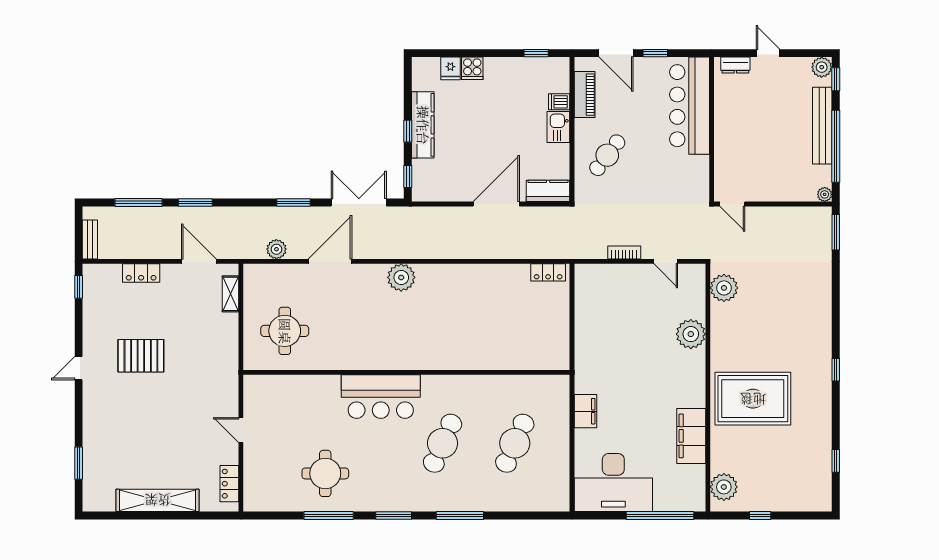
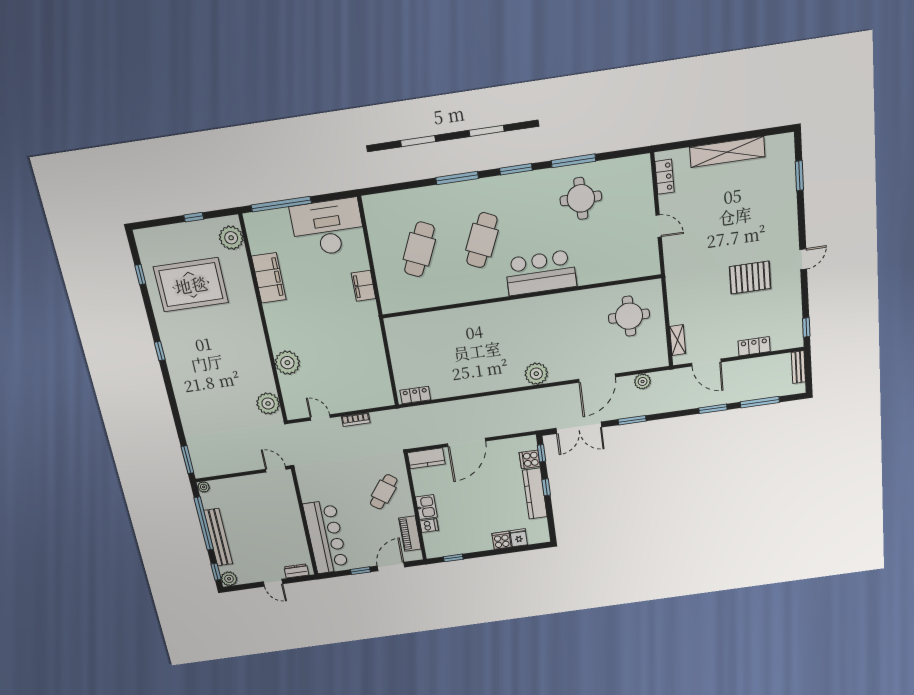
door: (616, 53) -> (391, 567), hinge flipped
cooker: (423, 171) -> (530, 459), added
rug: (753, 399) -> (191, 285), moved

